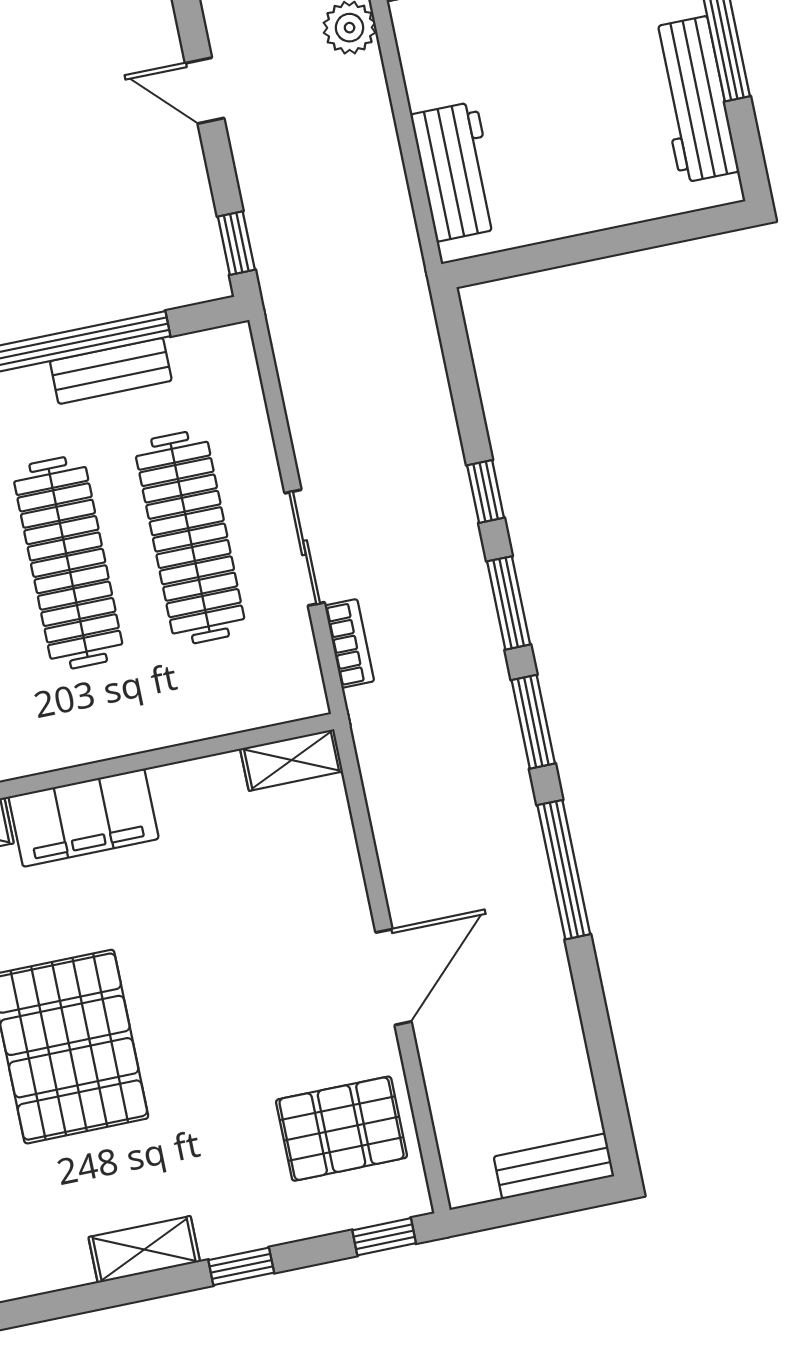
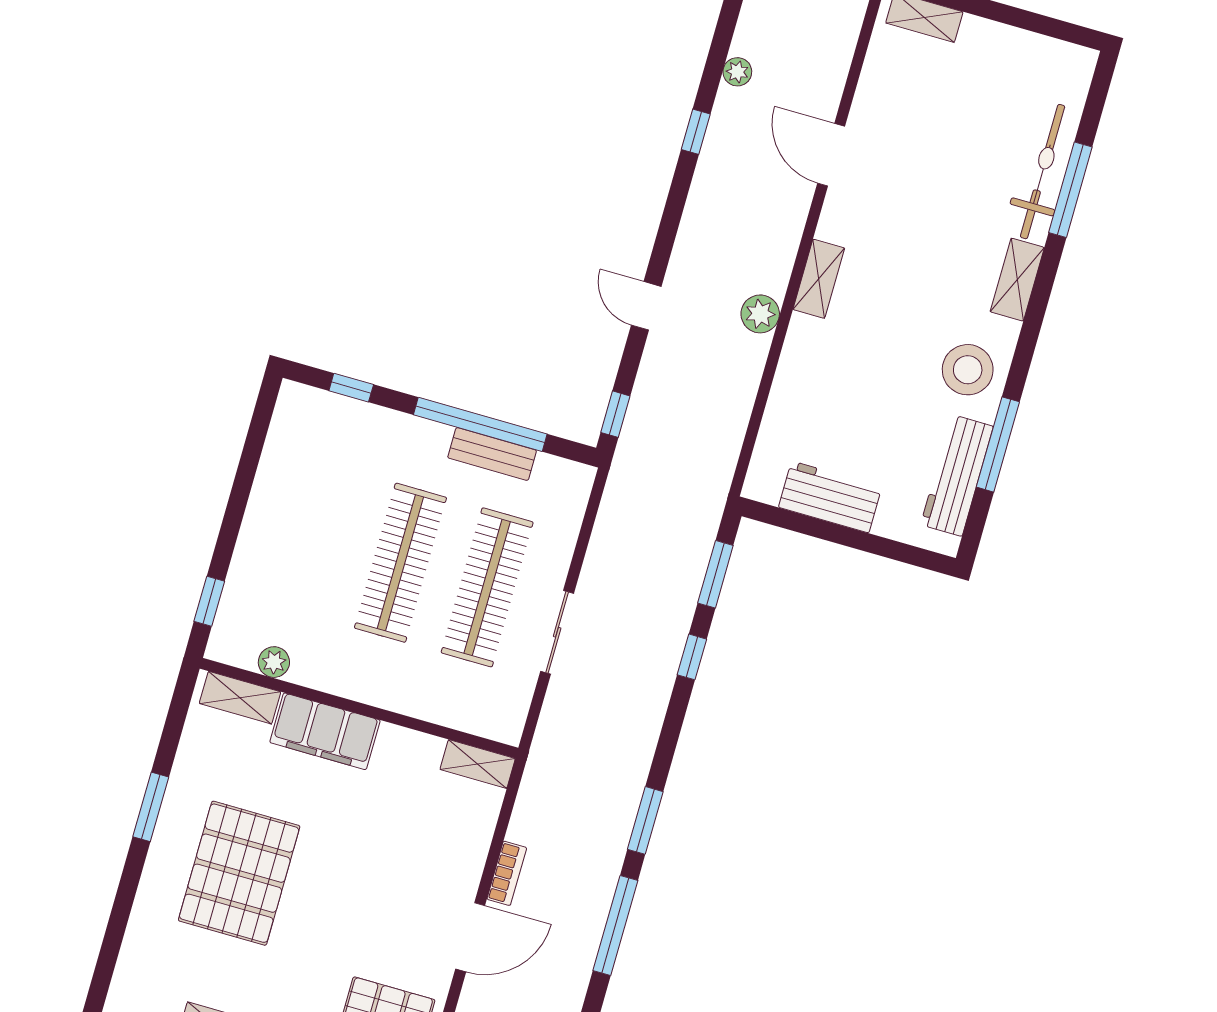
workbench: (456, 171) -> (830, 497), moved, turned -90
window: (509, 603) -> (715, 574), moved
bookcase: (349, 643) -> (507, 873), moved

